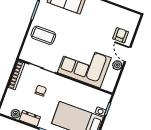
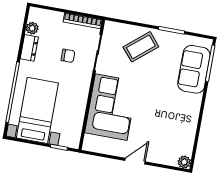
coffee table: (43, 35) -> (141, 47), turned 50
armchair: (121, 35) -> (158, 148), removed
plant: (117, 65) -> (184, 162), moved

